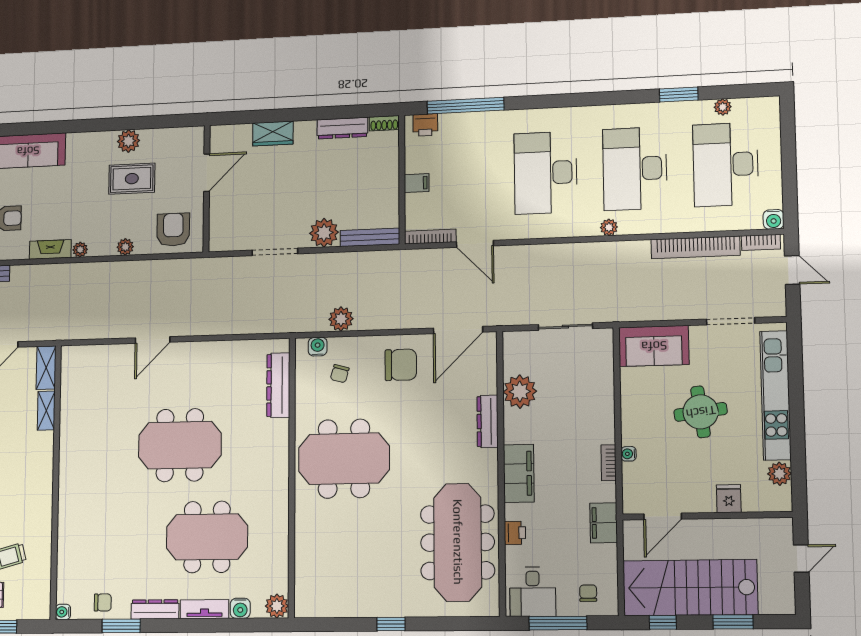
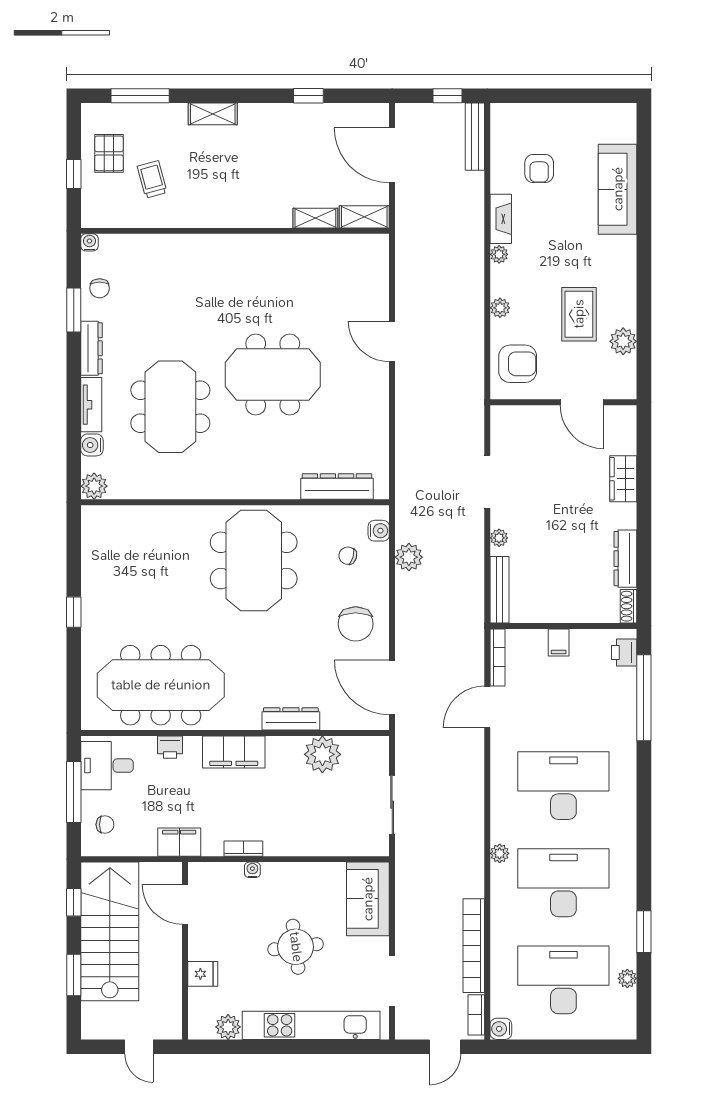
plant: (128, 141) -> (623, 341), moved
plant: (324, 233) -> (499, 538), width x0.53, depth x0.53
meeting table: (180, 445) -> (273, 375), turned 90

